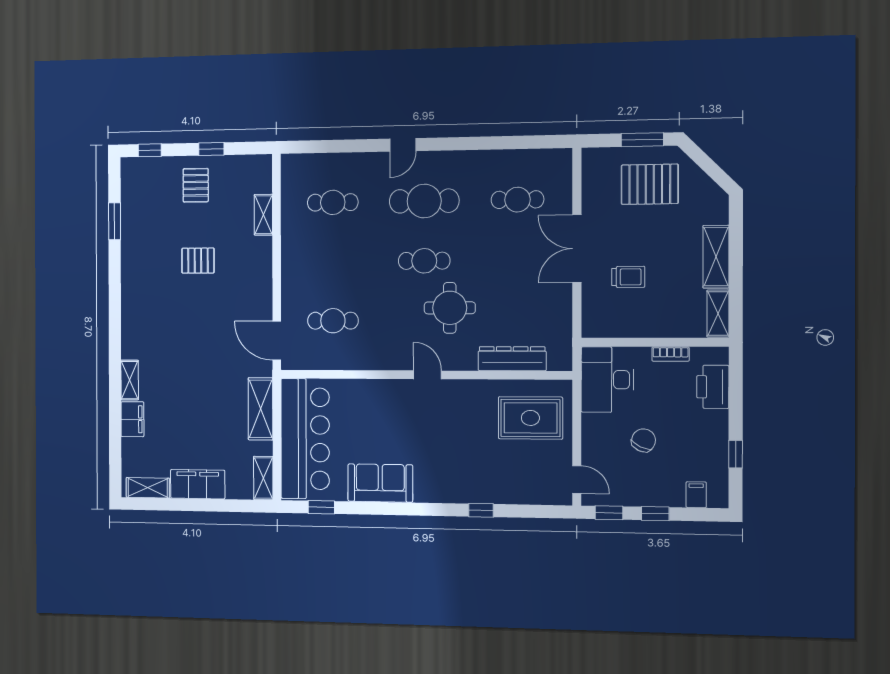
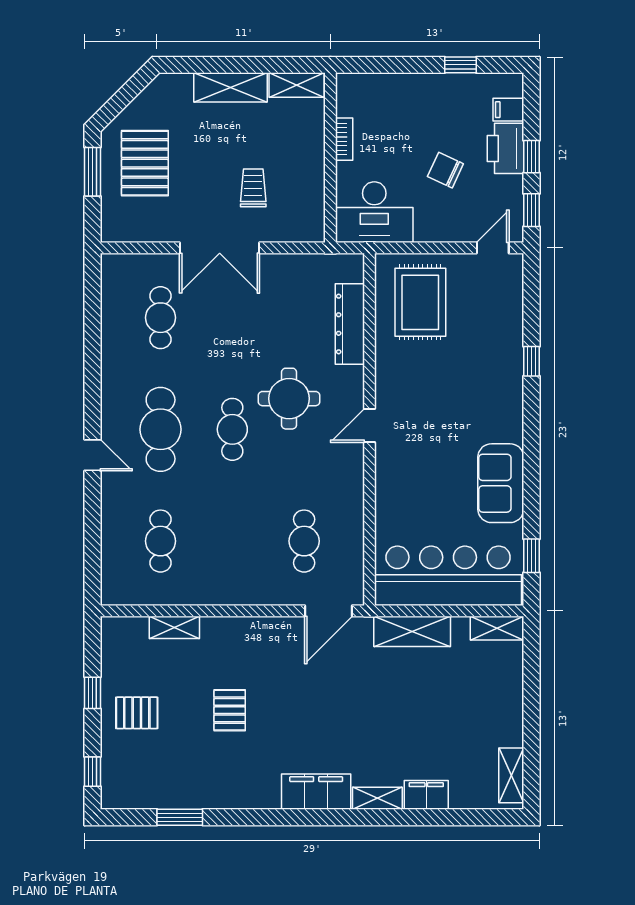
printer: (713, 387) -> (505, 148), moved, turned 90
filing cabinet: (198, 484) -> (316, 792), moved, turned 90

